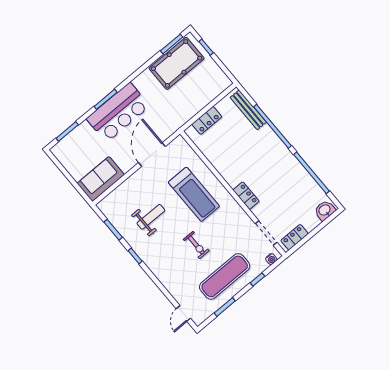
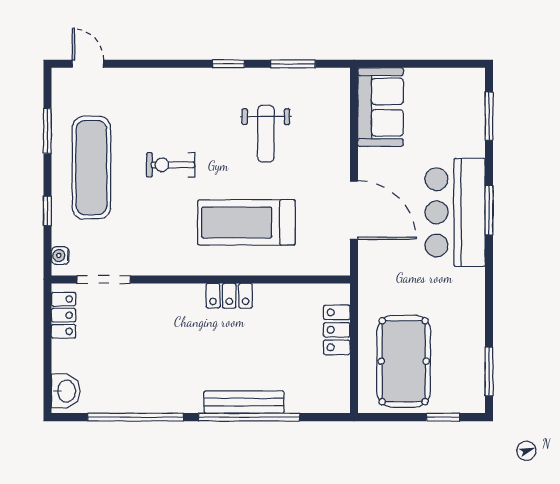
pool table: (177, 63) -> (404, 361), moved
bench: (248, 110) -> (244, 402), moved
locker: (246, 196) -> (229, 296), moved

